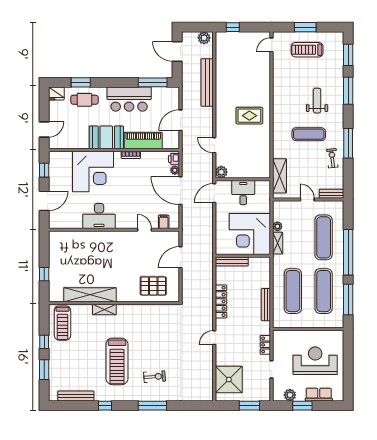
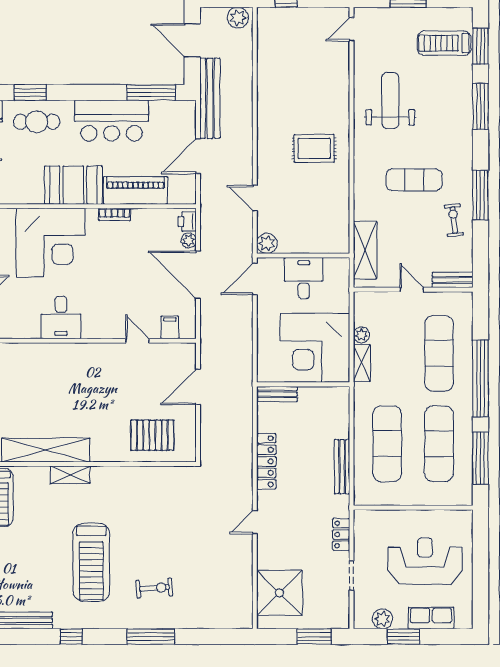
treadmill: (307, 50) -> (444, 43), moved
bench: (207, 83) -> (210, 98), moved
weight bench: (317, 101) -> (390, 100), moved, width x1.36, depth x1.33
desk: (99, 216) -> (61, 318), width x0.73
bench: (232, 261) -> (277, 394), width x0.73

